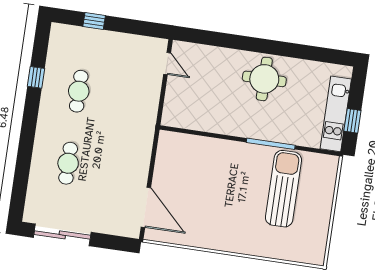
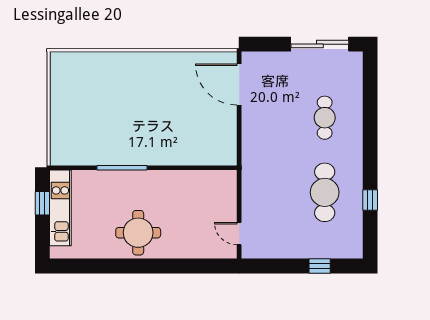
cafe table: (79, 91) -> (325, 192), width x1.37, depth x1.35
sun lounger: (283, 189) -> (102, 124), removed

